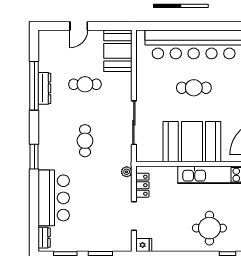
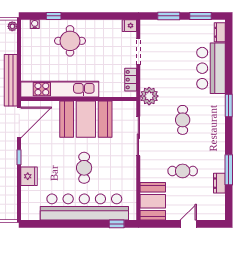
window: (158, 26) -> (117, 224), added
window: (34, 86) -> (229, 170), width x0.68
dresser: (44, 88) -> (219, 183), moved, width x0.70
cafe table: (194, 88) -> (84, 168), turned 90
plant: (127, 172) -> (149, 96), width x1.88, depth x1.88

